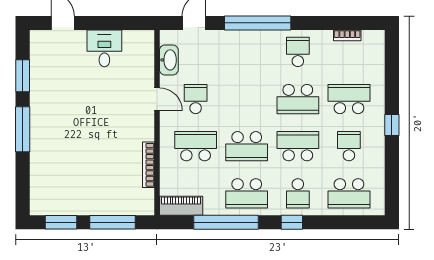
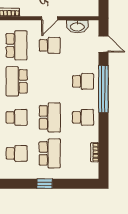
school desk: (247, 52) -> (83, 81), added
school desk: (298, 99) -> (50, 117), turned 180
window: (392, 125) -> (45, 184), moved
school desk: (298, 146) -> (17, 117), width x0.54

